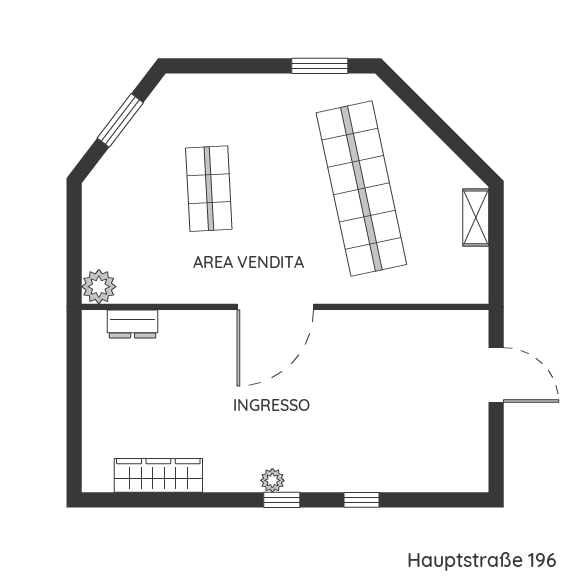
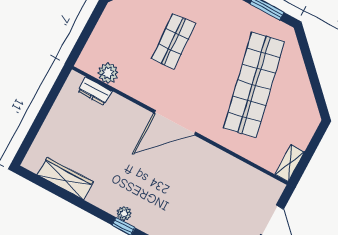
shelving: (476, 217) -> (290, 163), moved
plant: (99, 287) -> (108, 73), moved

